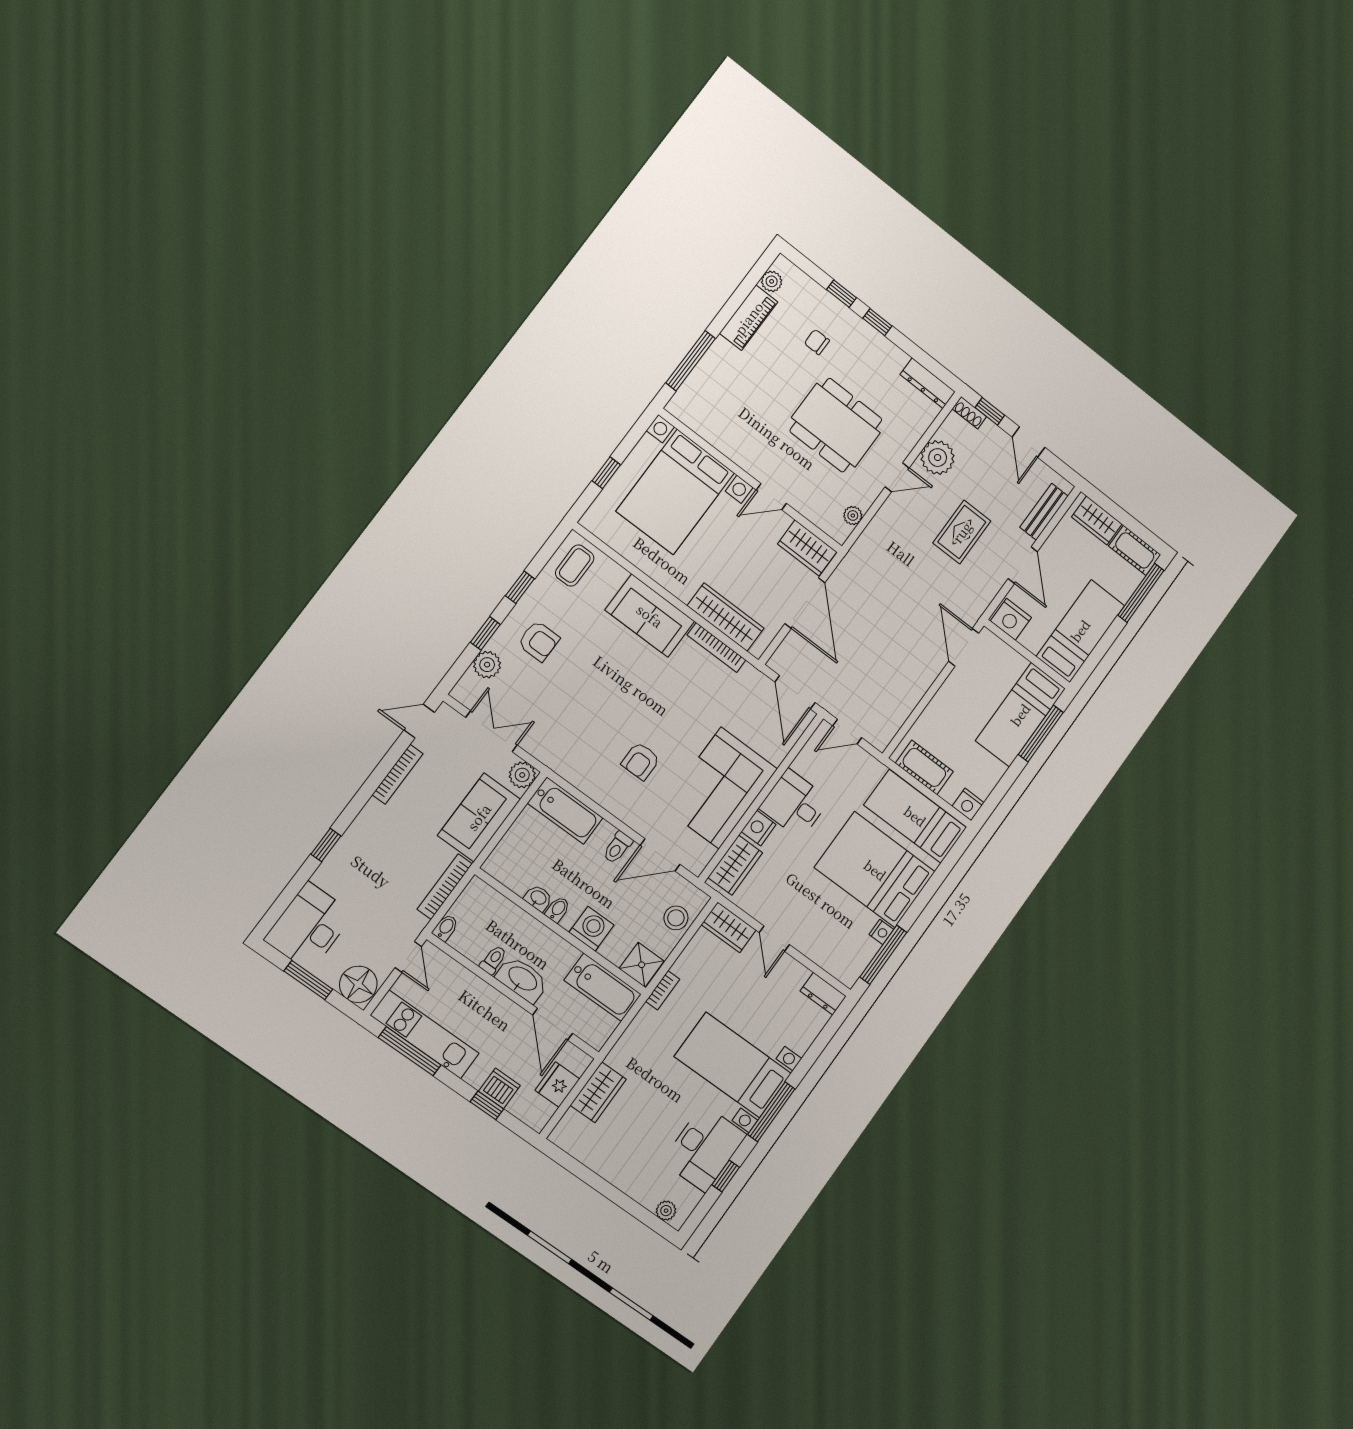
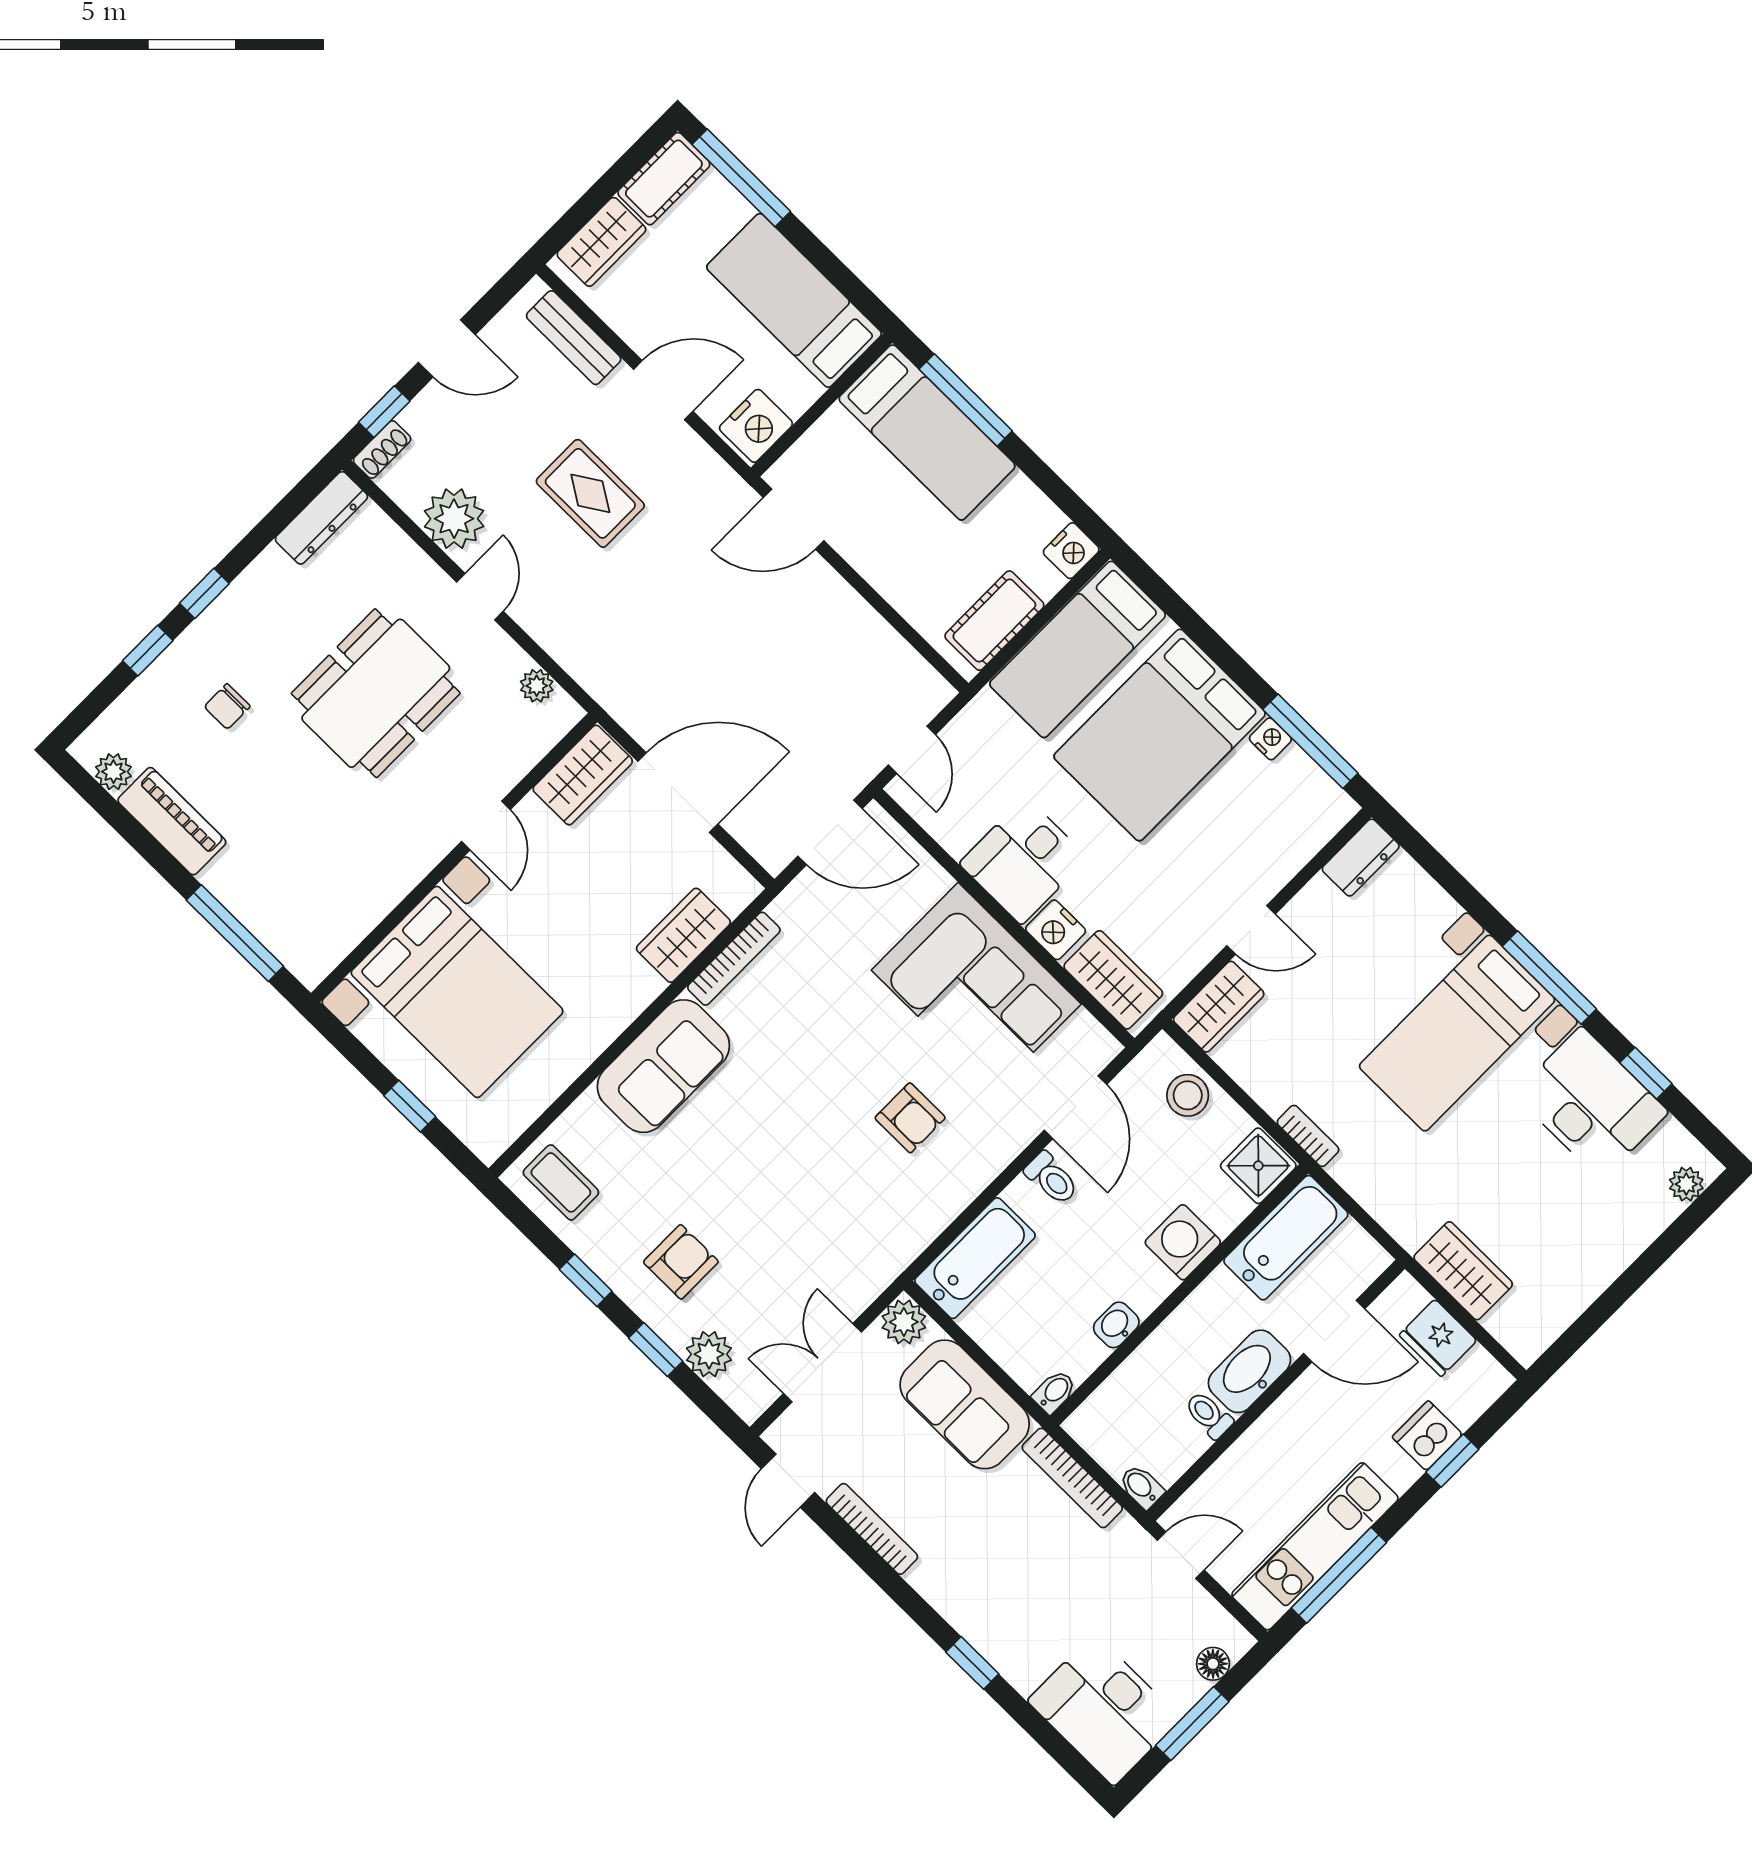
wardrobe: (726, 617) -> (683, 935), width x0.67
bidet: (558, 909) -> (1054, 1392), moved, turned 90
floor lamp: (358, 984) -> (1213, 1664), width x0.53, depth x0.53

